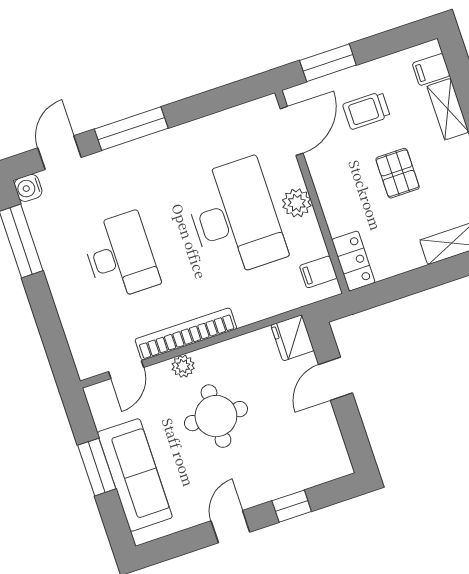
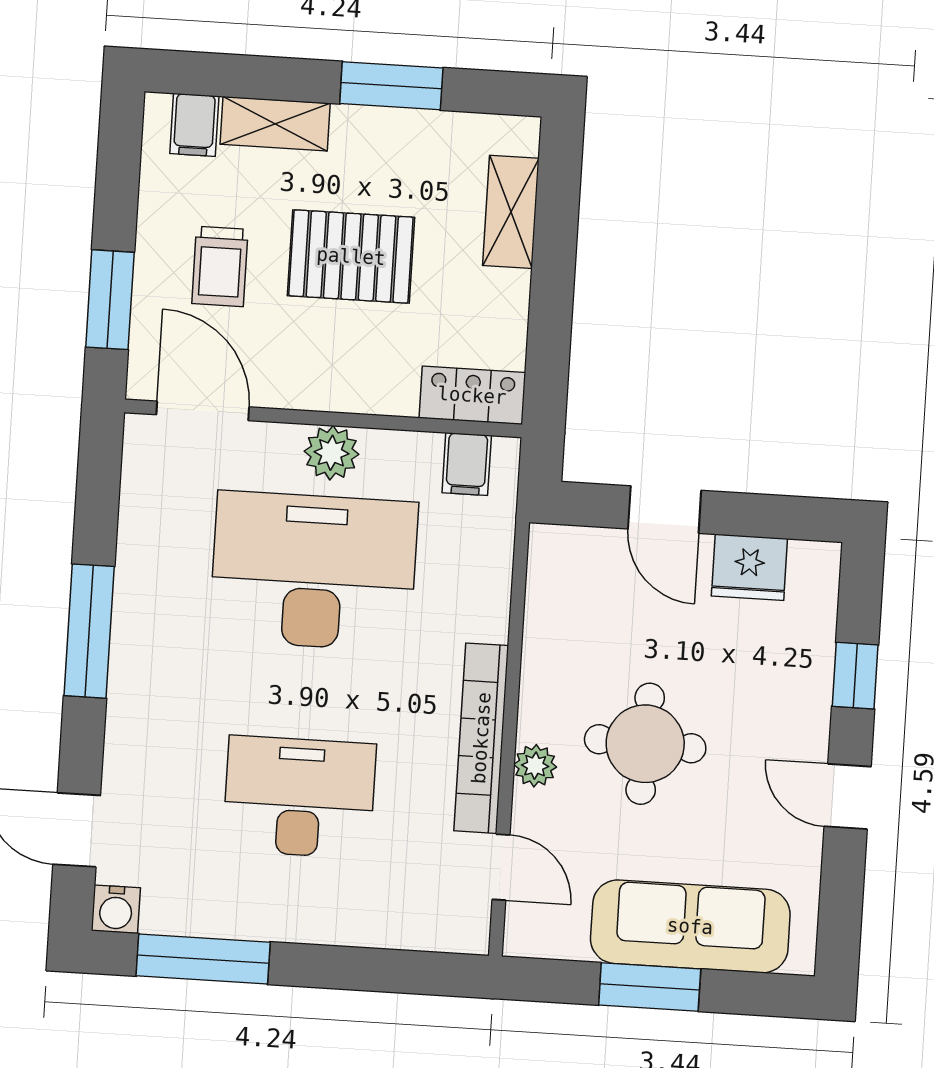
window: (131, 129) -> (89, 631), moved
pallet: (398, 173) -> (351, 256), width x1.50, depth x1.42
fridge: (292, 338) -> (749, 567), moved

